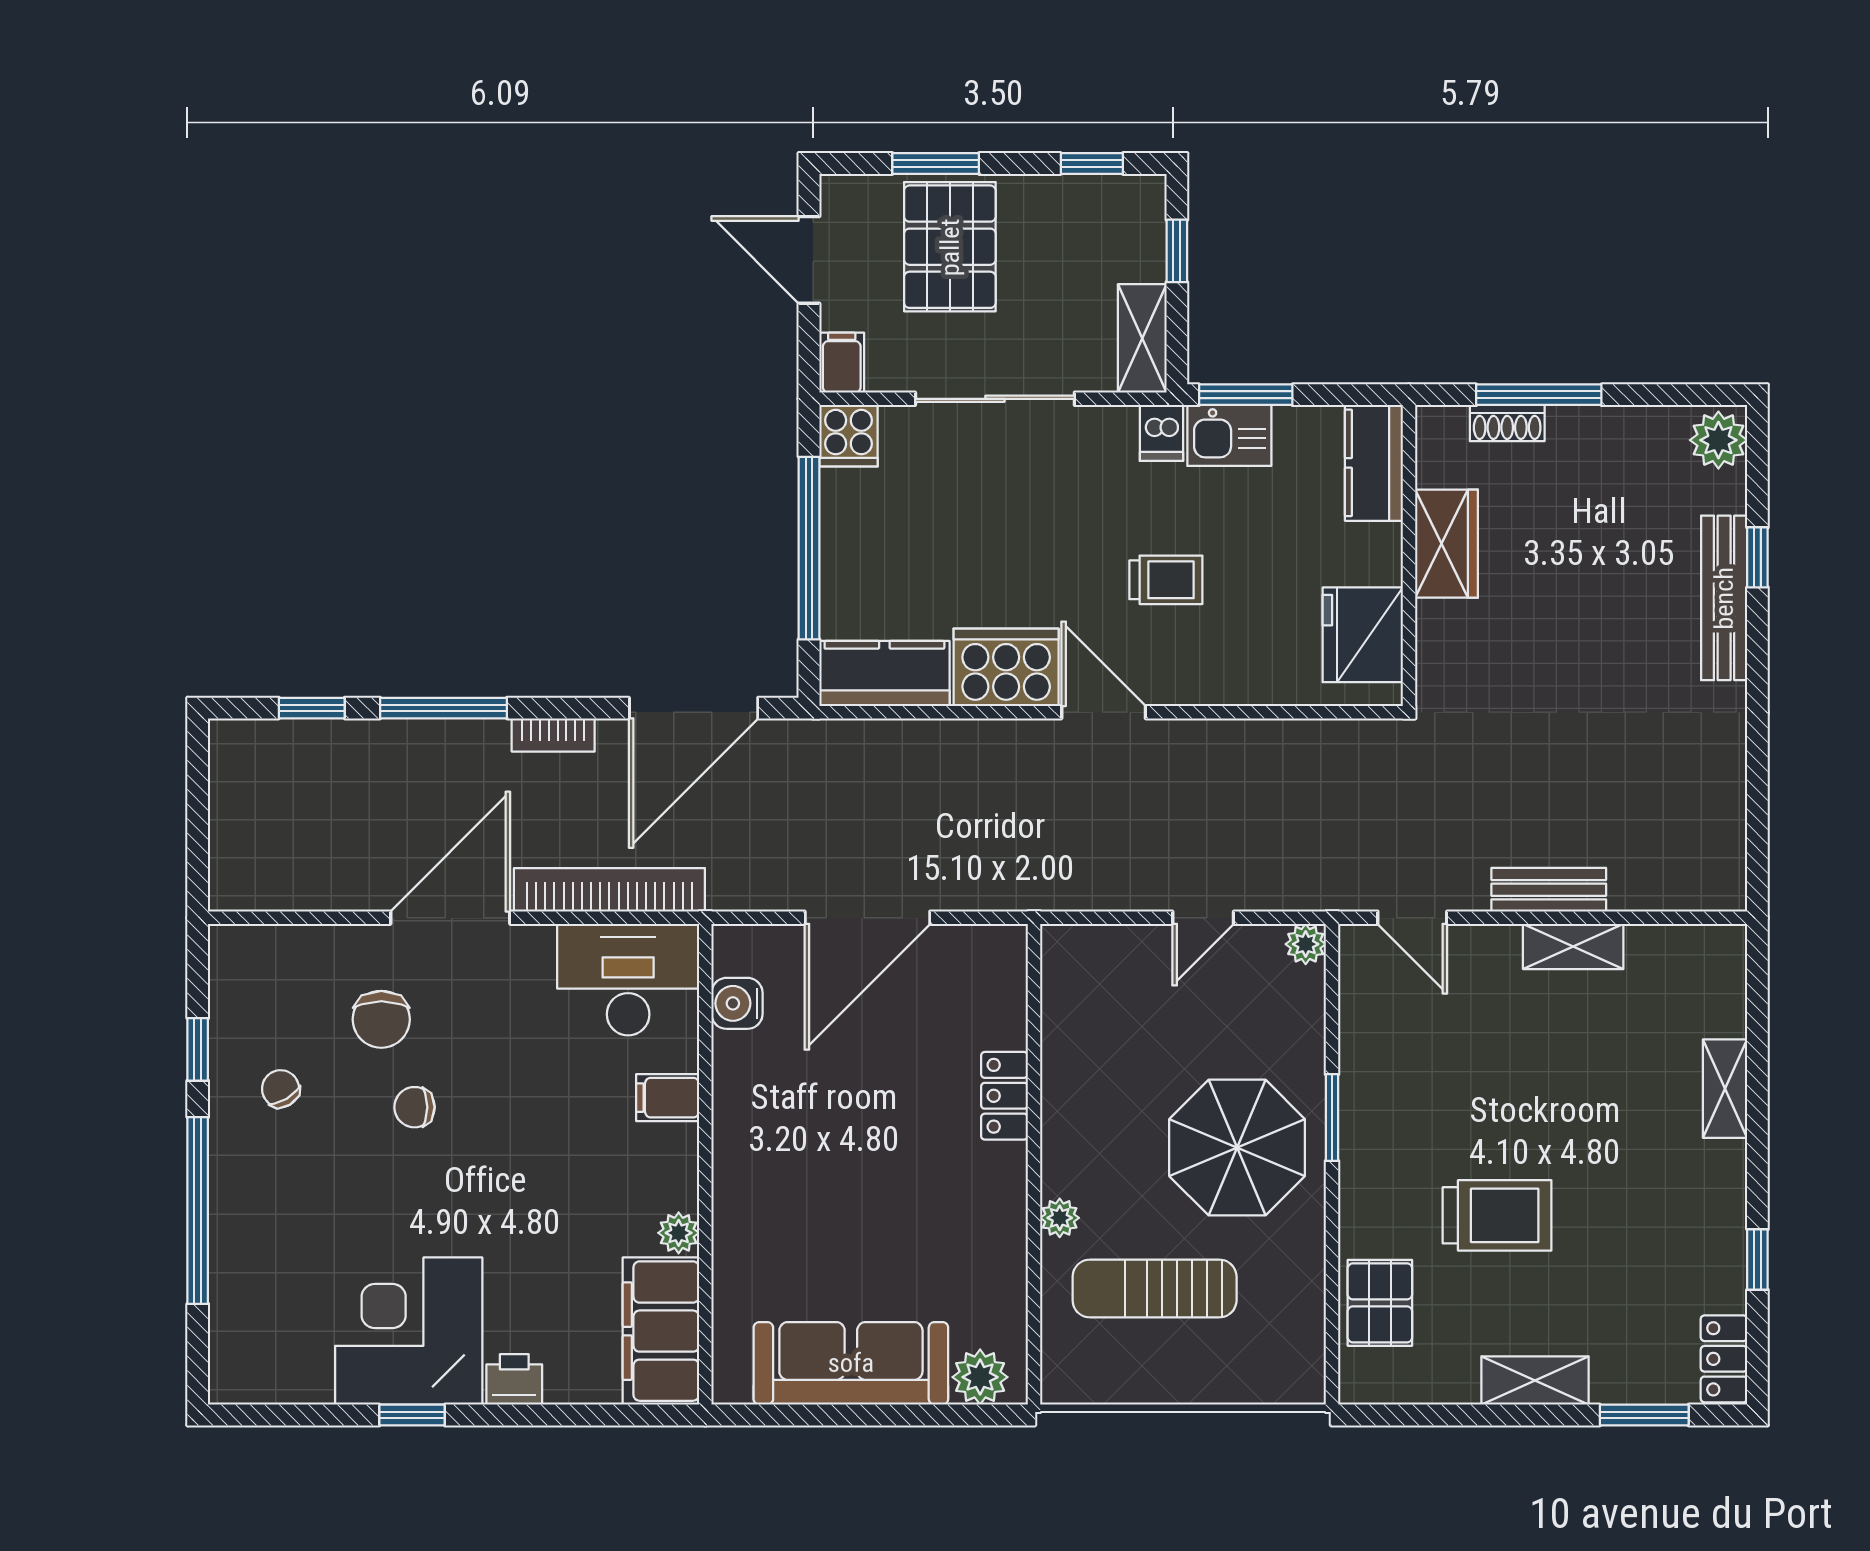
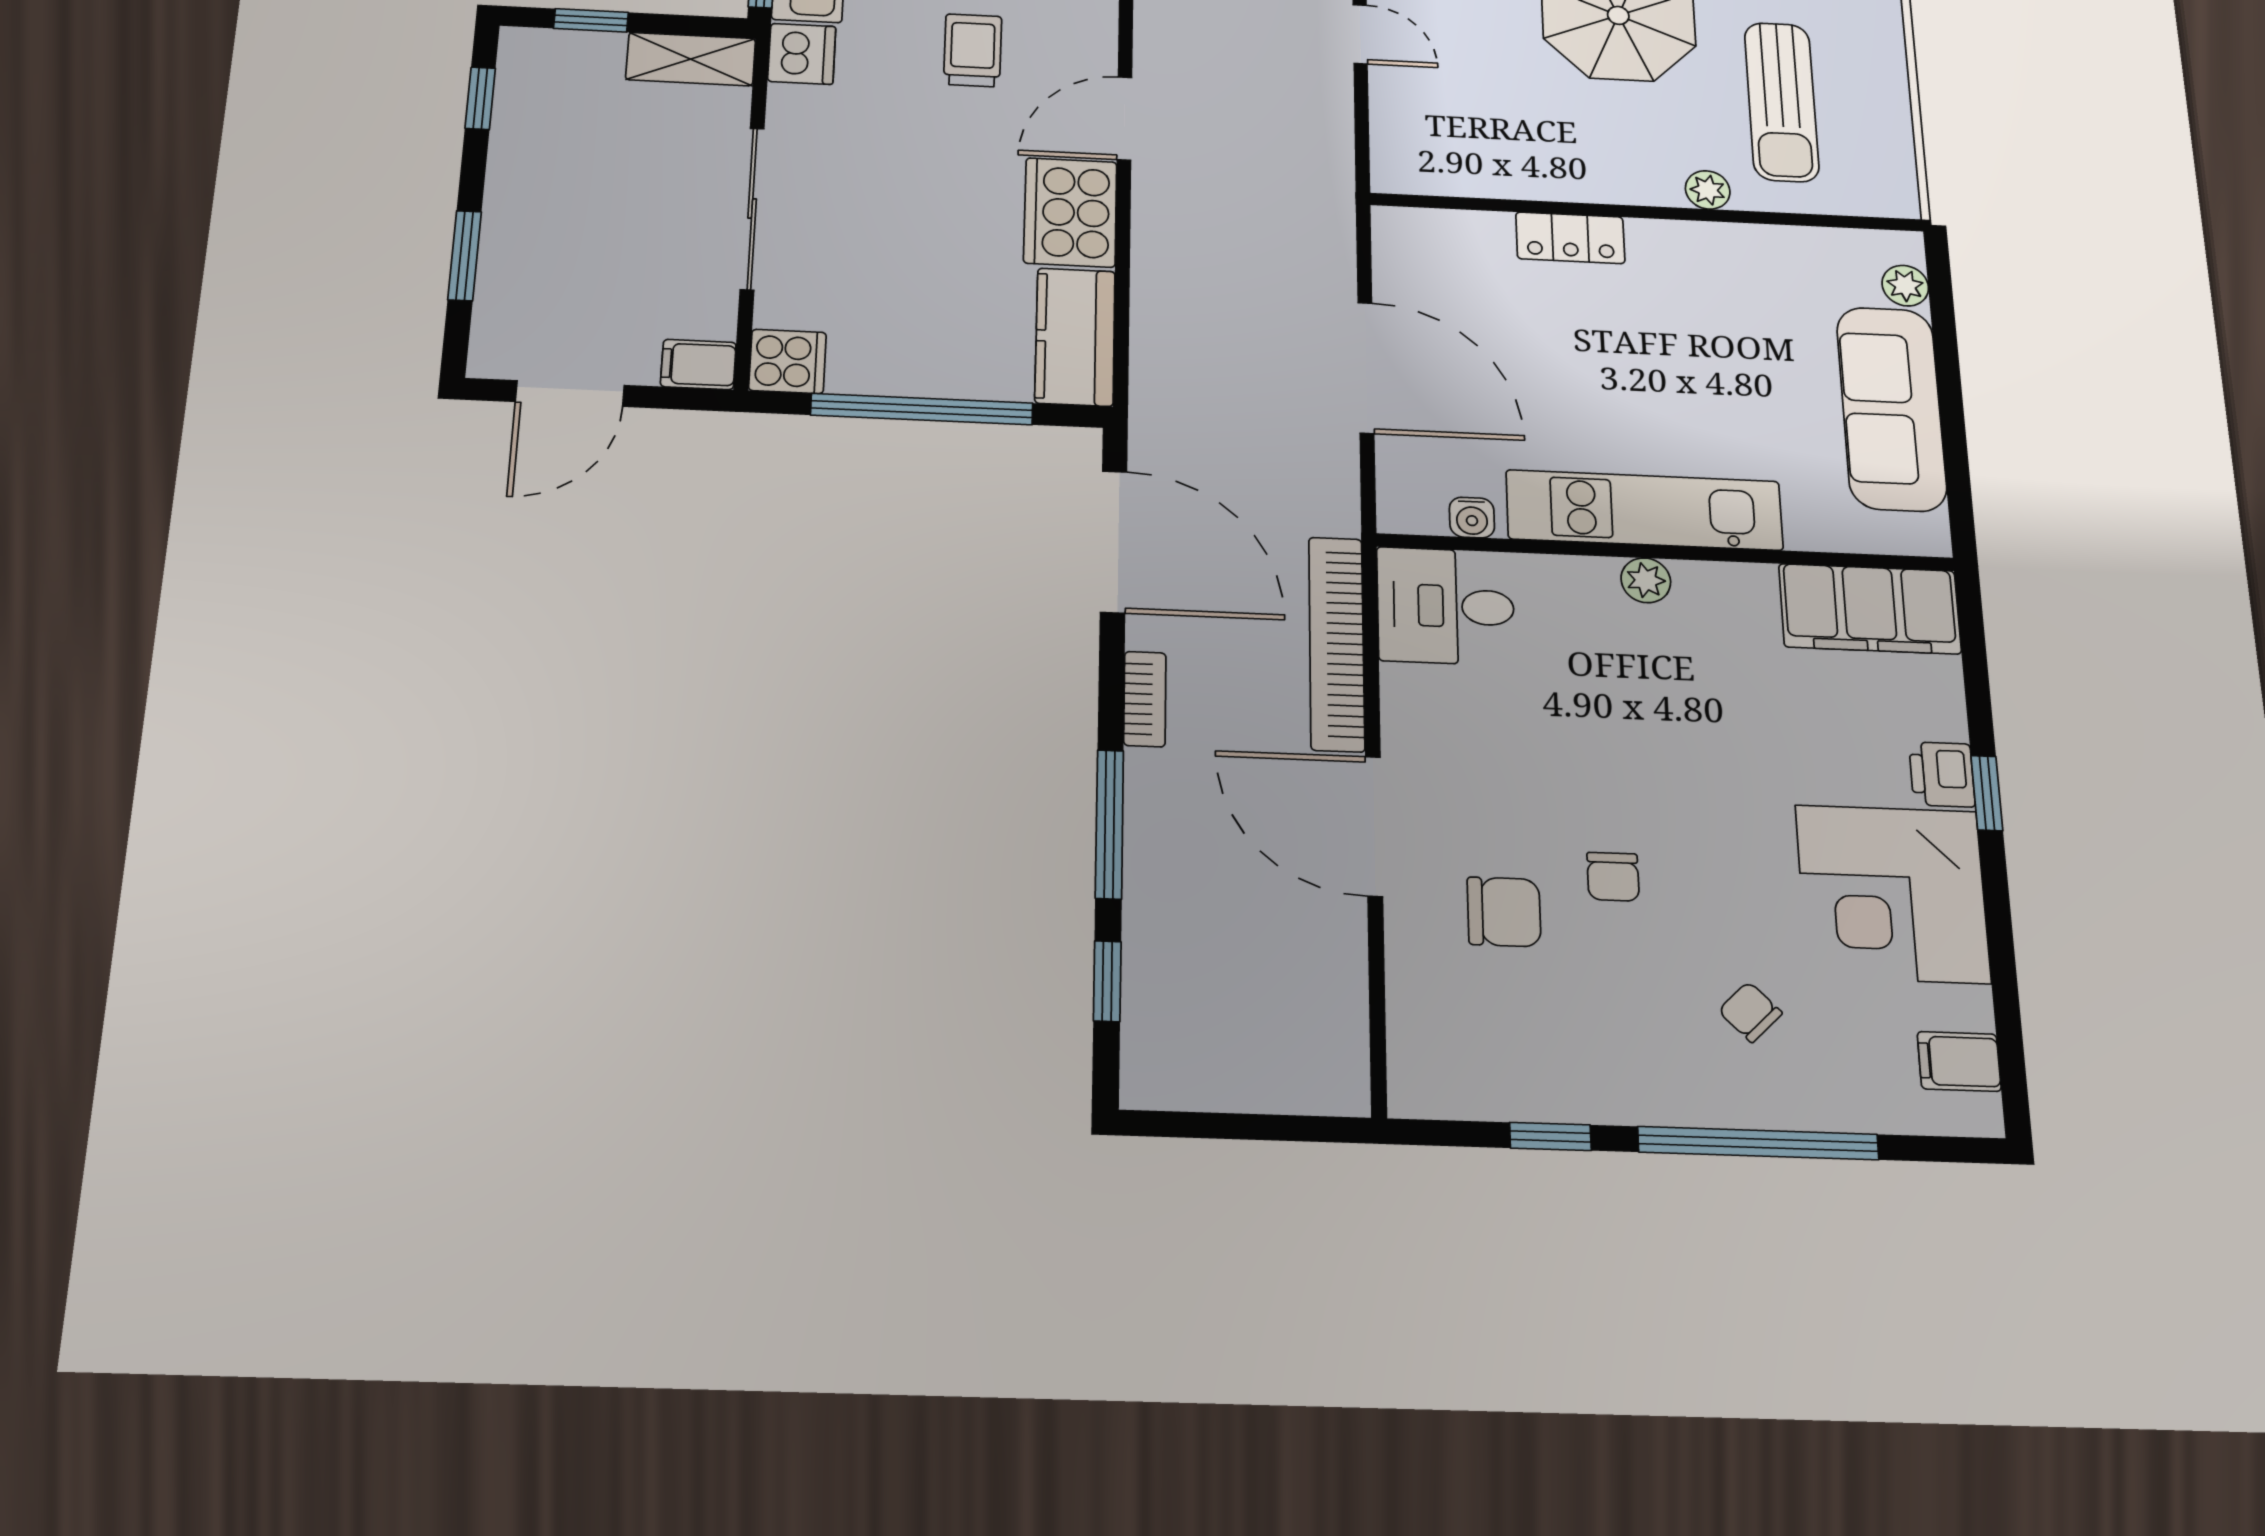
pallet: (950, 247) -> (566, 246), removed
dishwasher: (1161, 433) -> (802, 54), width x1.38
desk: (628, 980) -> (1446, 606), width x0.73
water cooler: (737, 1003) -> (1472, 517), width x0.72, depth x0.72
chair: (281, 1089) -> (1750, 1012), moved, turned 76
filing cabinet: (668, 1098) -> (1959, 1061), moved, turned 90
kitchen unit: (744, 1148) -> (1644, 510), added
plant: (679, 1233) -> (1646, 580), moved
plant: (980, 1377) -> (1905, 286), width x0.73, depth x0.73
window: (412, 1415) -> (1987, 793), moved

